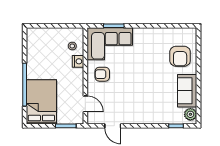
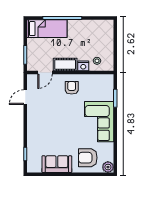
corner sofa: (110, 44) -> (99, 122), moved
cot: (76, 81) -> (65, 65), added
bed: (41, 102) -> (47, 29), width x0.67
plant: (190, 114) -> (108, 167), moved

